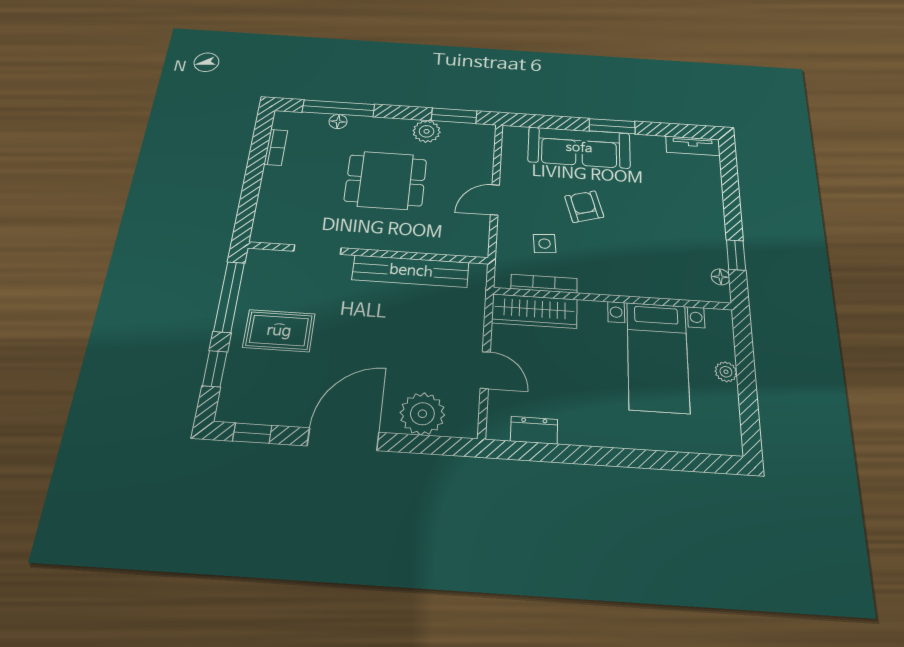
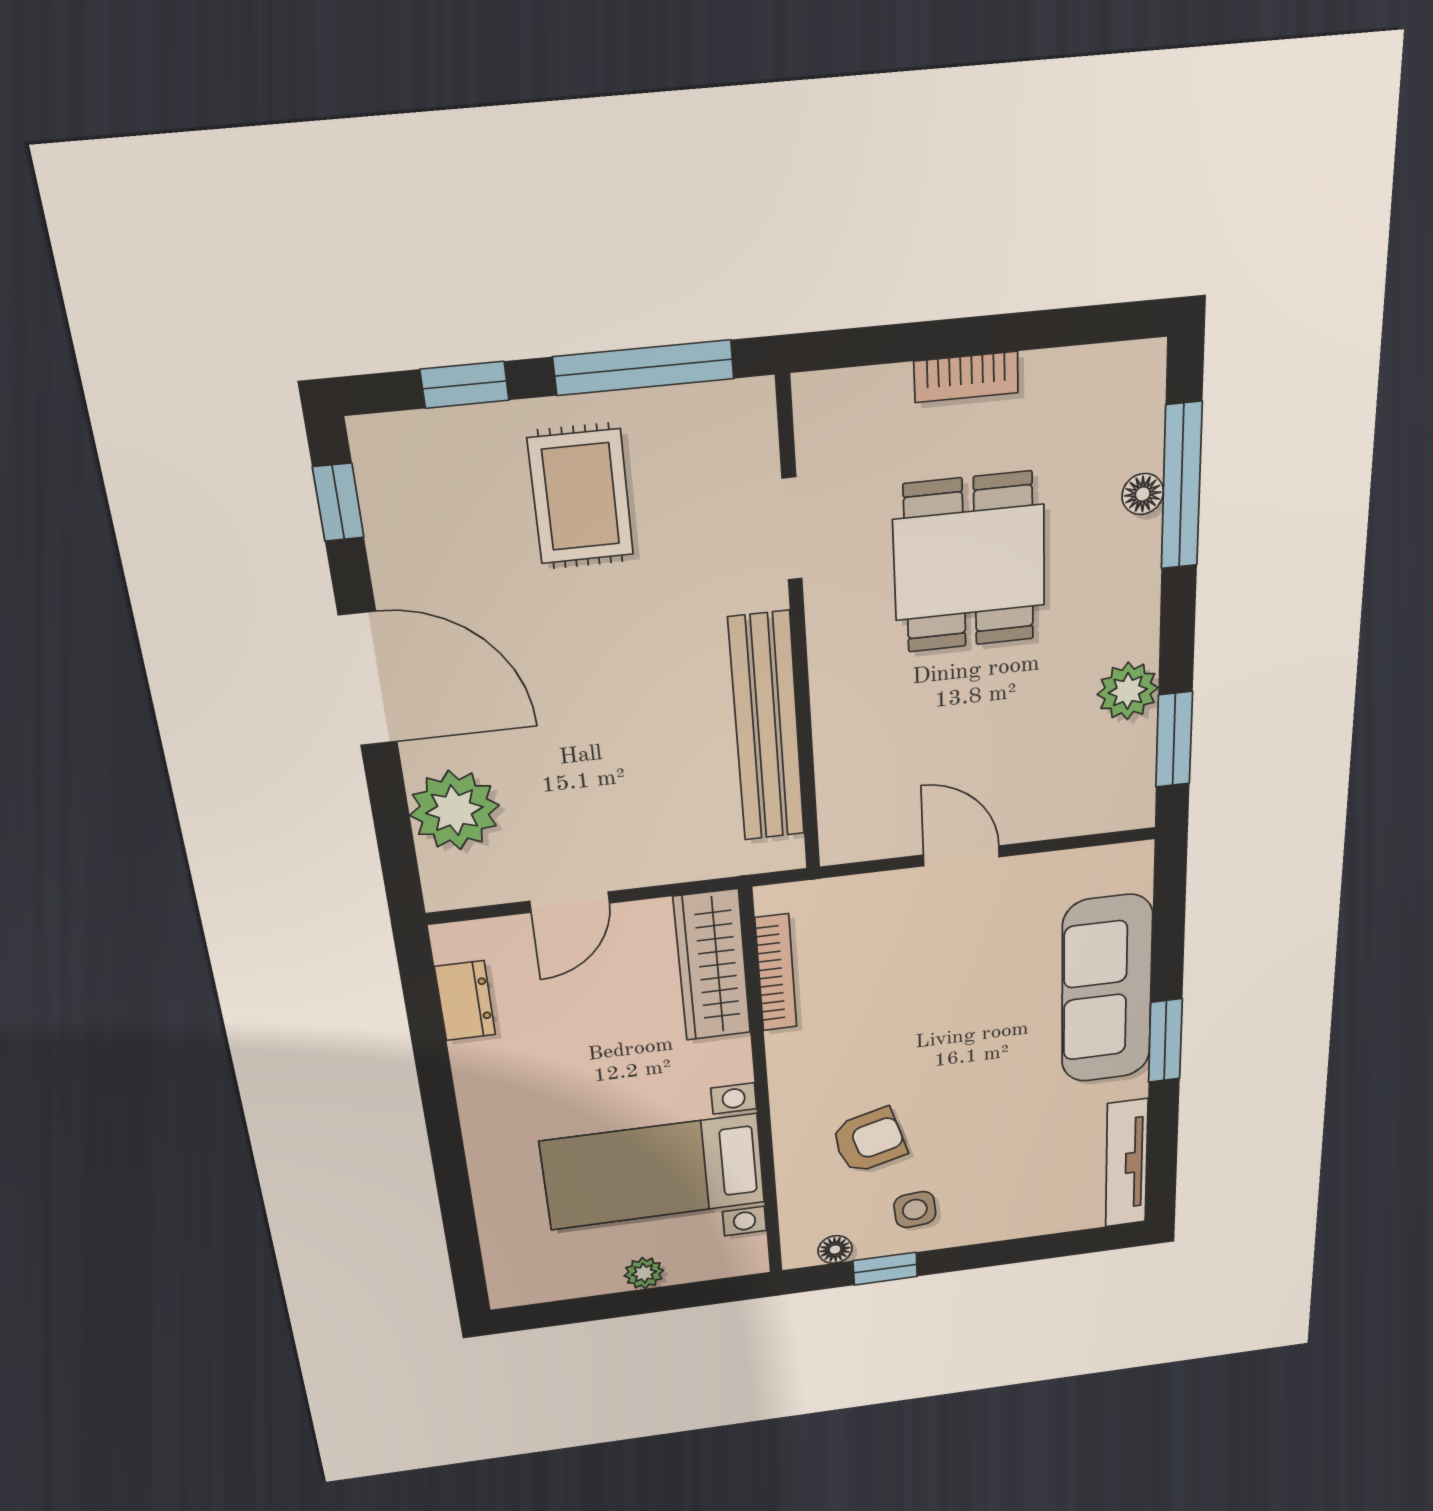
tv unit: (693, 146) -> (1127, 1163), width x1.41
bookcase: (276, 147) -> (966, 377), moved
dining table: (386, 180) -> (969, 563), moved
armchair: (584, 207) -> (869, 1141), moved
side table: (545, 244) -> (915, 1210), moved

